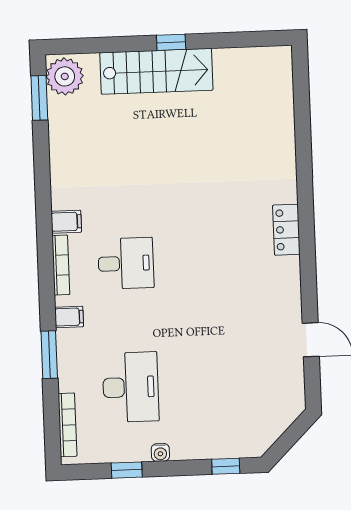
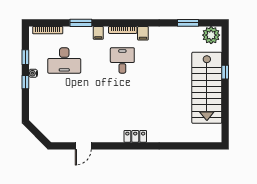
window: (171, 42) -> (225, 72), moved
stairs: (156, 71) -> (207, 88), width x1.36, depth x1.51
window: (39, 98) -> (188, 23), moved
desk: (126, 263) -> (122, 60), turned 180
window: (226, 466) -> (25, 82), moved

